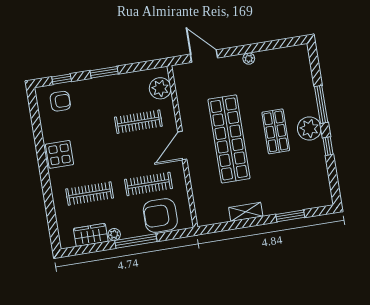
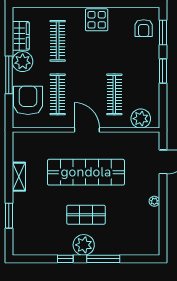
window: (62, 79) -> (163, 32), width x1.50
plant: (114, 234) -> (23, 62), width x1.87, depth x1.87

